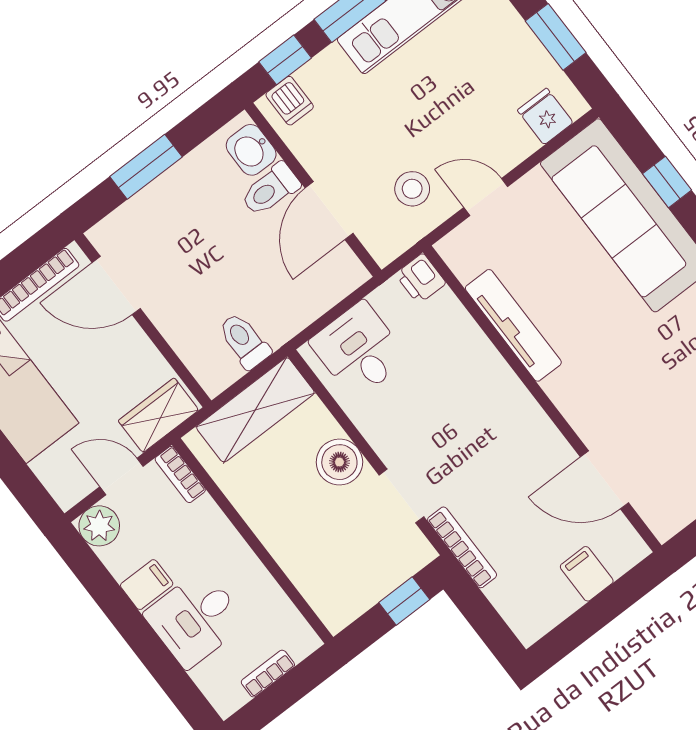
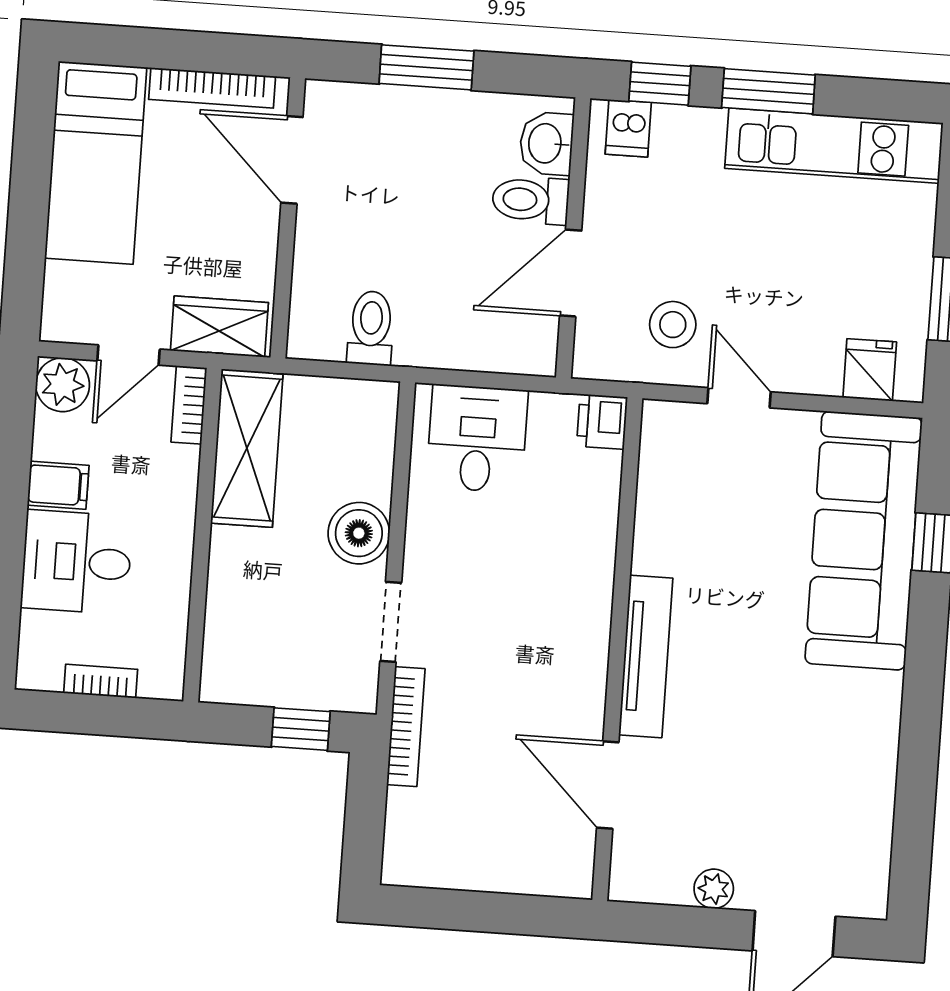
tv unit: (513, 325) -> (646, 656), moved
shelving: (255, 410) -> (247, 448), moved, turned 90
door: (122, 476) -> (129, 355), swing flipped
filing cabinet: (587, 574) -> (507, 863), removed

